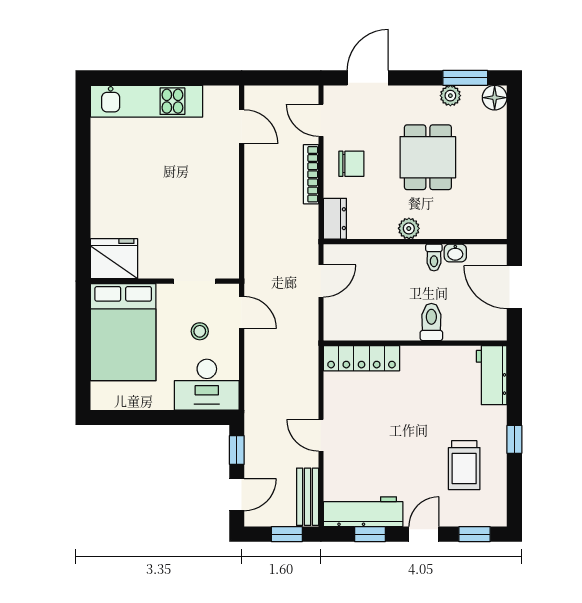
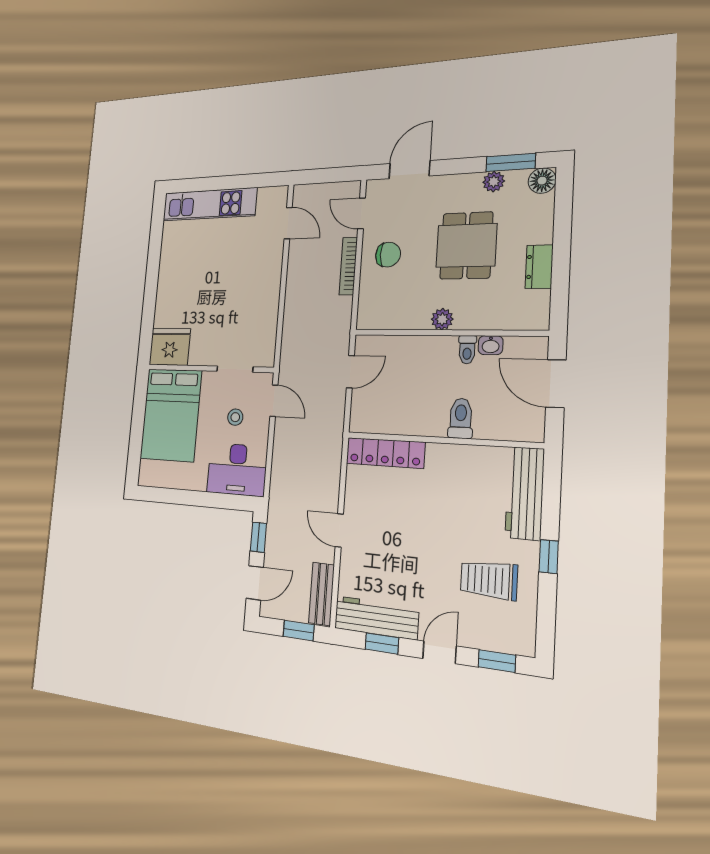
dresser: (335, 219) -> (539, 267), moved, turned 180
workbench: (492, 375) -> (525, 493), width x1.38
trolley: (464, 465) -> (489, 580), turned 90

